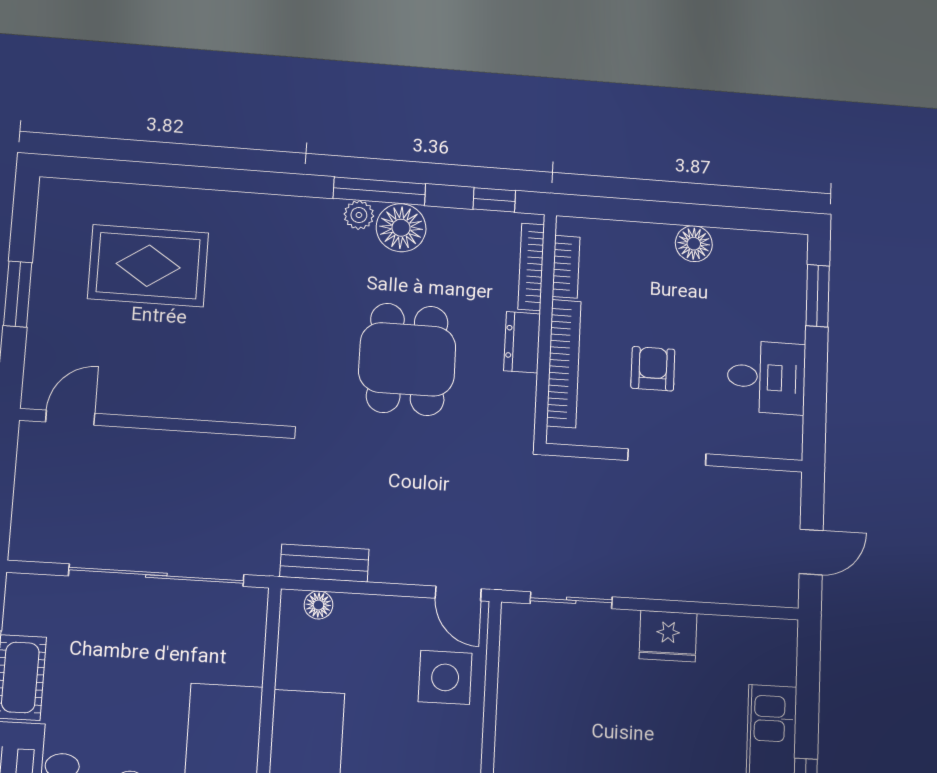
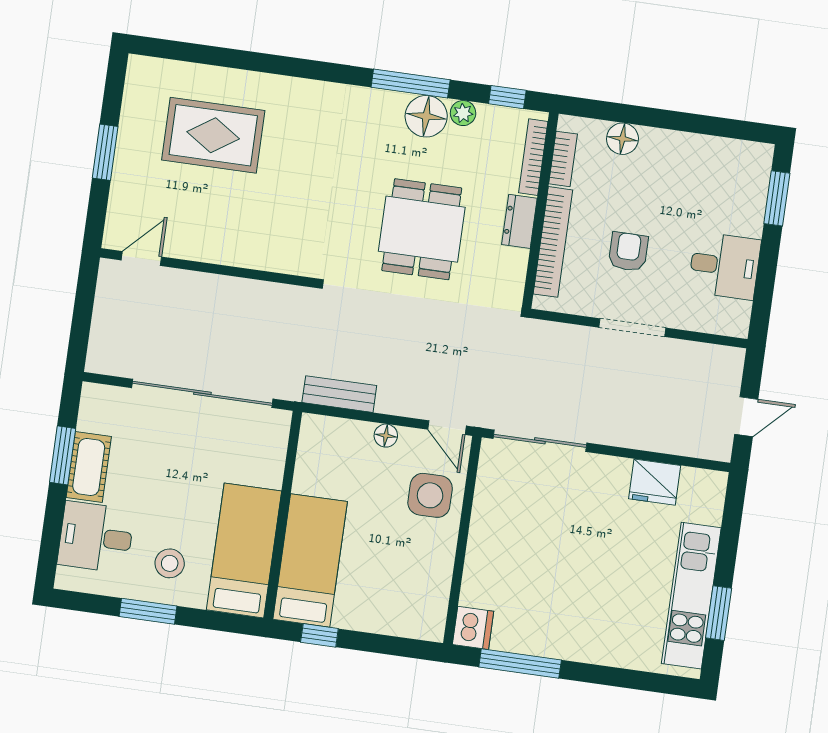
plant: (359, 215) -> (463, 113), moved
floor lamp: (694, 244) -> (622, 139), moved
sliding door: (571, 600) -> (540, 441), width x1.37
floor lamp: (318, 605) -> (386, 436), moved
fridge: (668, 636) -> (655, 482), moved

